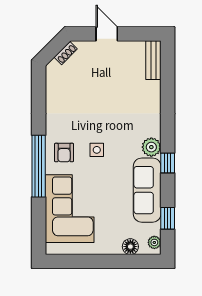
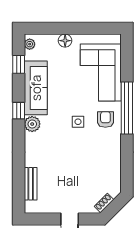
bench: (153, 60) -> (31, 184), moved
floor lamp: (130, 247) -> (65, 41), moved

